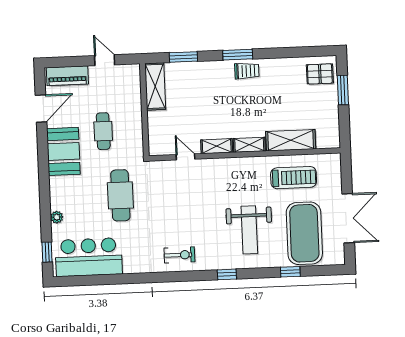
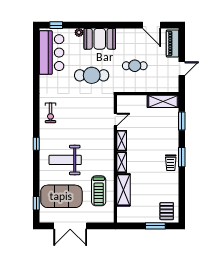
booth: (63, 151) -> (100, 39), moved
window: (290, 272) -> (36, 203), moved

